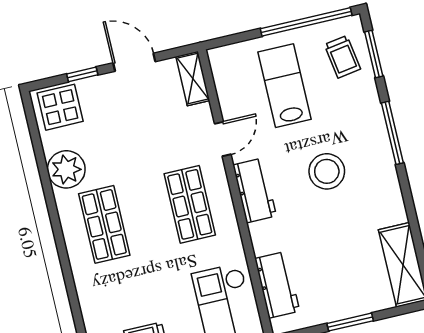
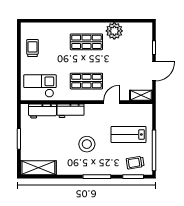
lab bench: (285, 86) -> (128, 134), turned 180
display table: (60, 107) -> (142, 35), removed
door: (223, 139) -> (112, 102), swing flipped
workbench: (255, 190) -> (71, 111), moved

